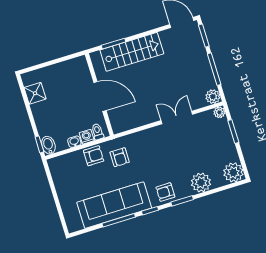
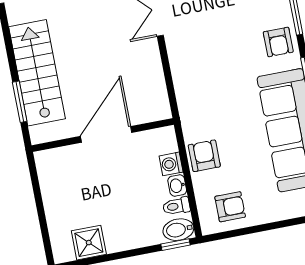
toilet: (98, 132) -> (176, 206), moved
armchair: (120, 157) -> (230, 207), moved

